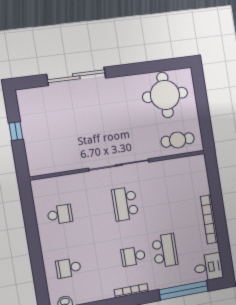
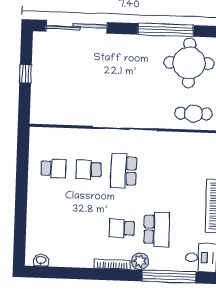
window: (138, 68) -> (166, 30), added
sliding door: (76, 76) -> (77, 27), moved
school desk: (68, 268) -> (89, 170), moved
plant: (155, 282) -> (140, 261), added

